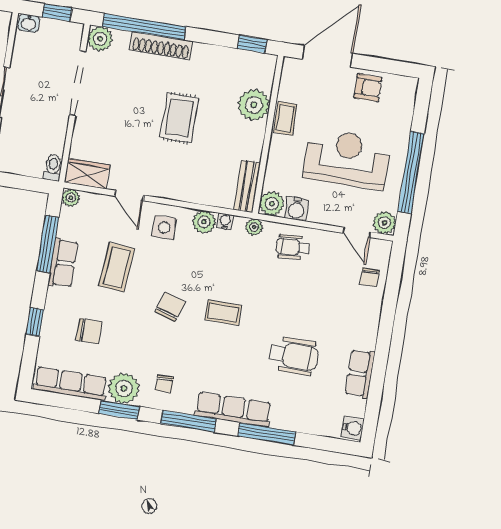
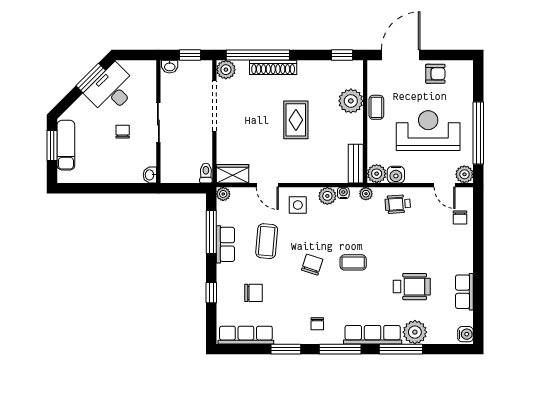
plant: (124, 388) -> (415, 332), moved

